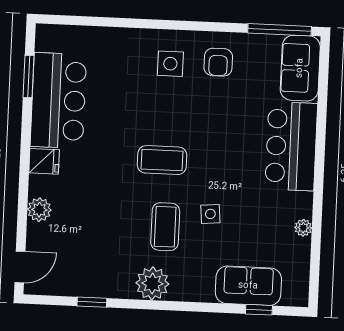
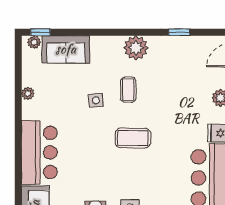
coffee table: (165, 227) -> (128, 90), width x0.73, depth x0.77
plant: (291, 298) -> (34, 42), added
window: (259, 310) -> (40, 32), moved

